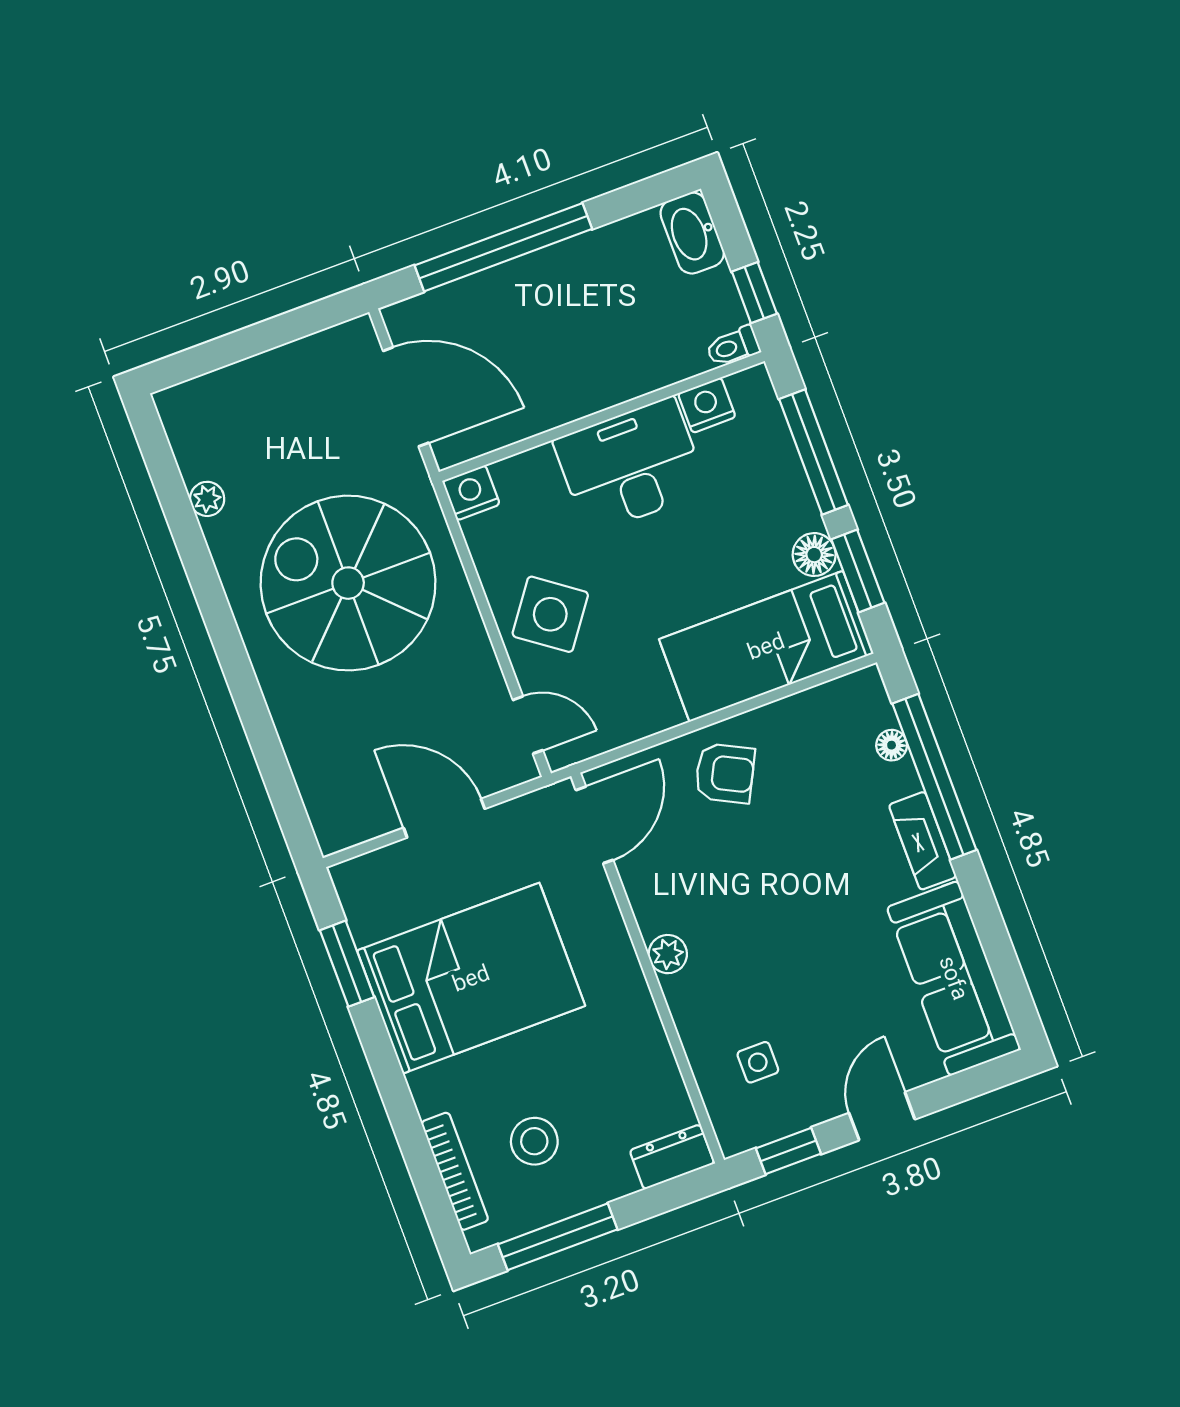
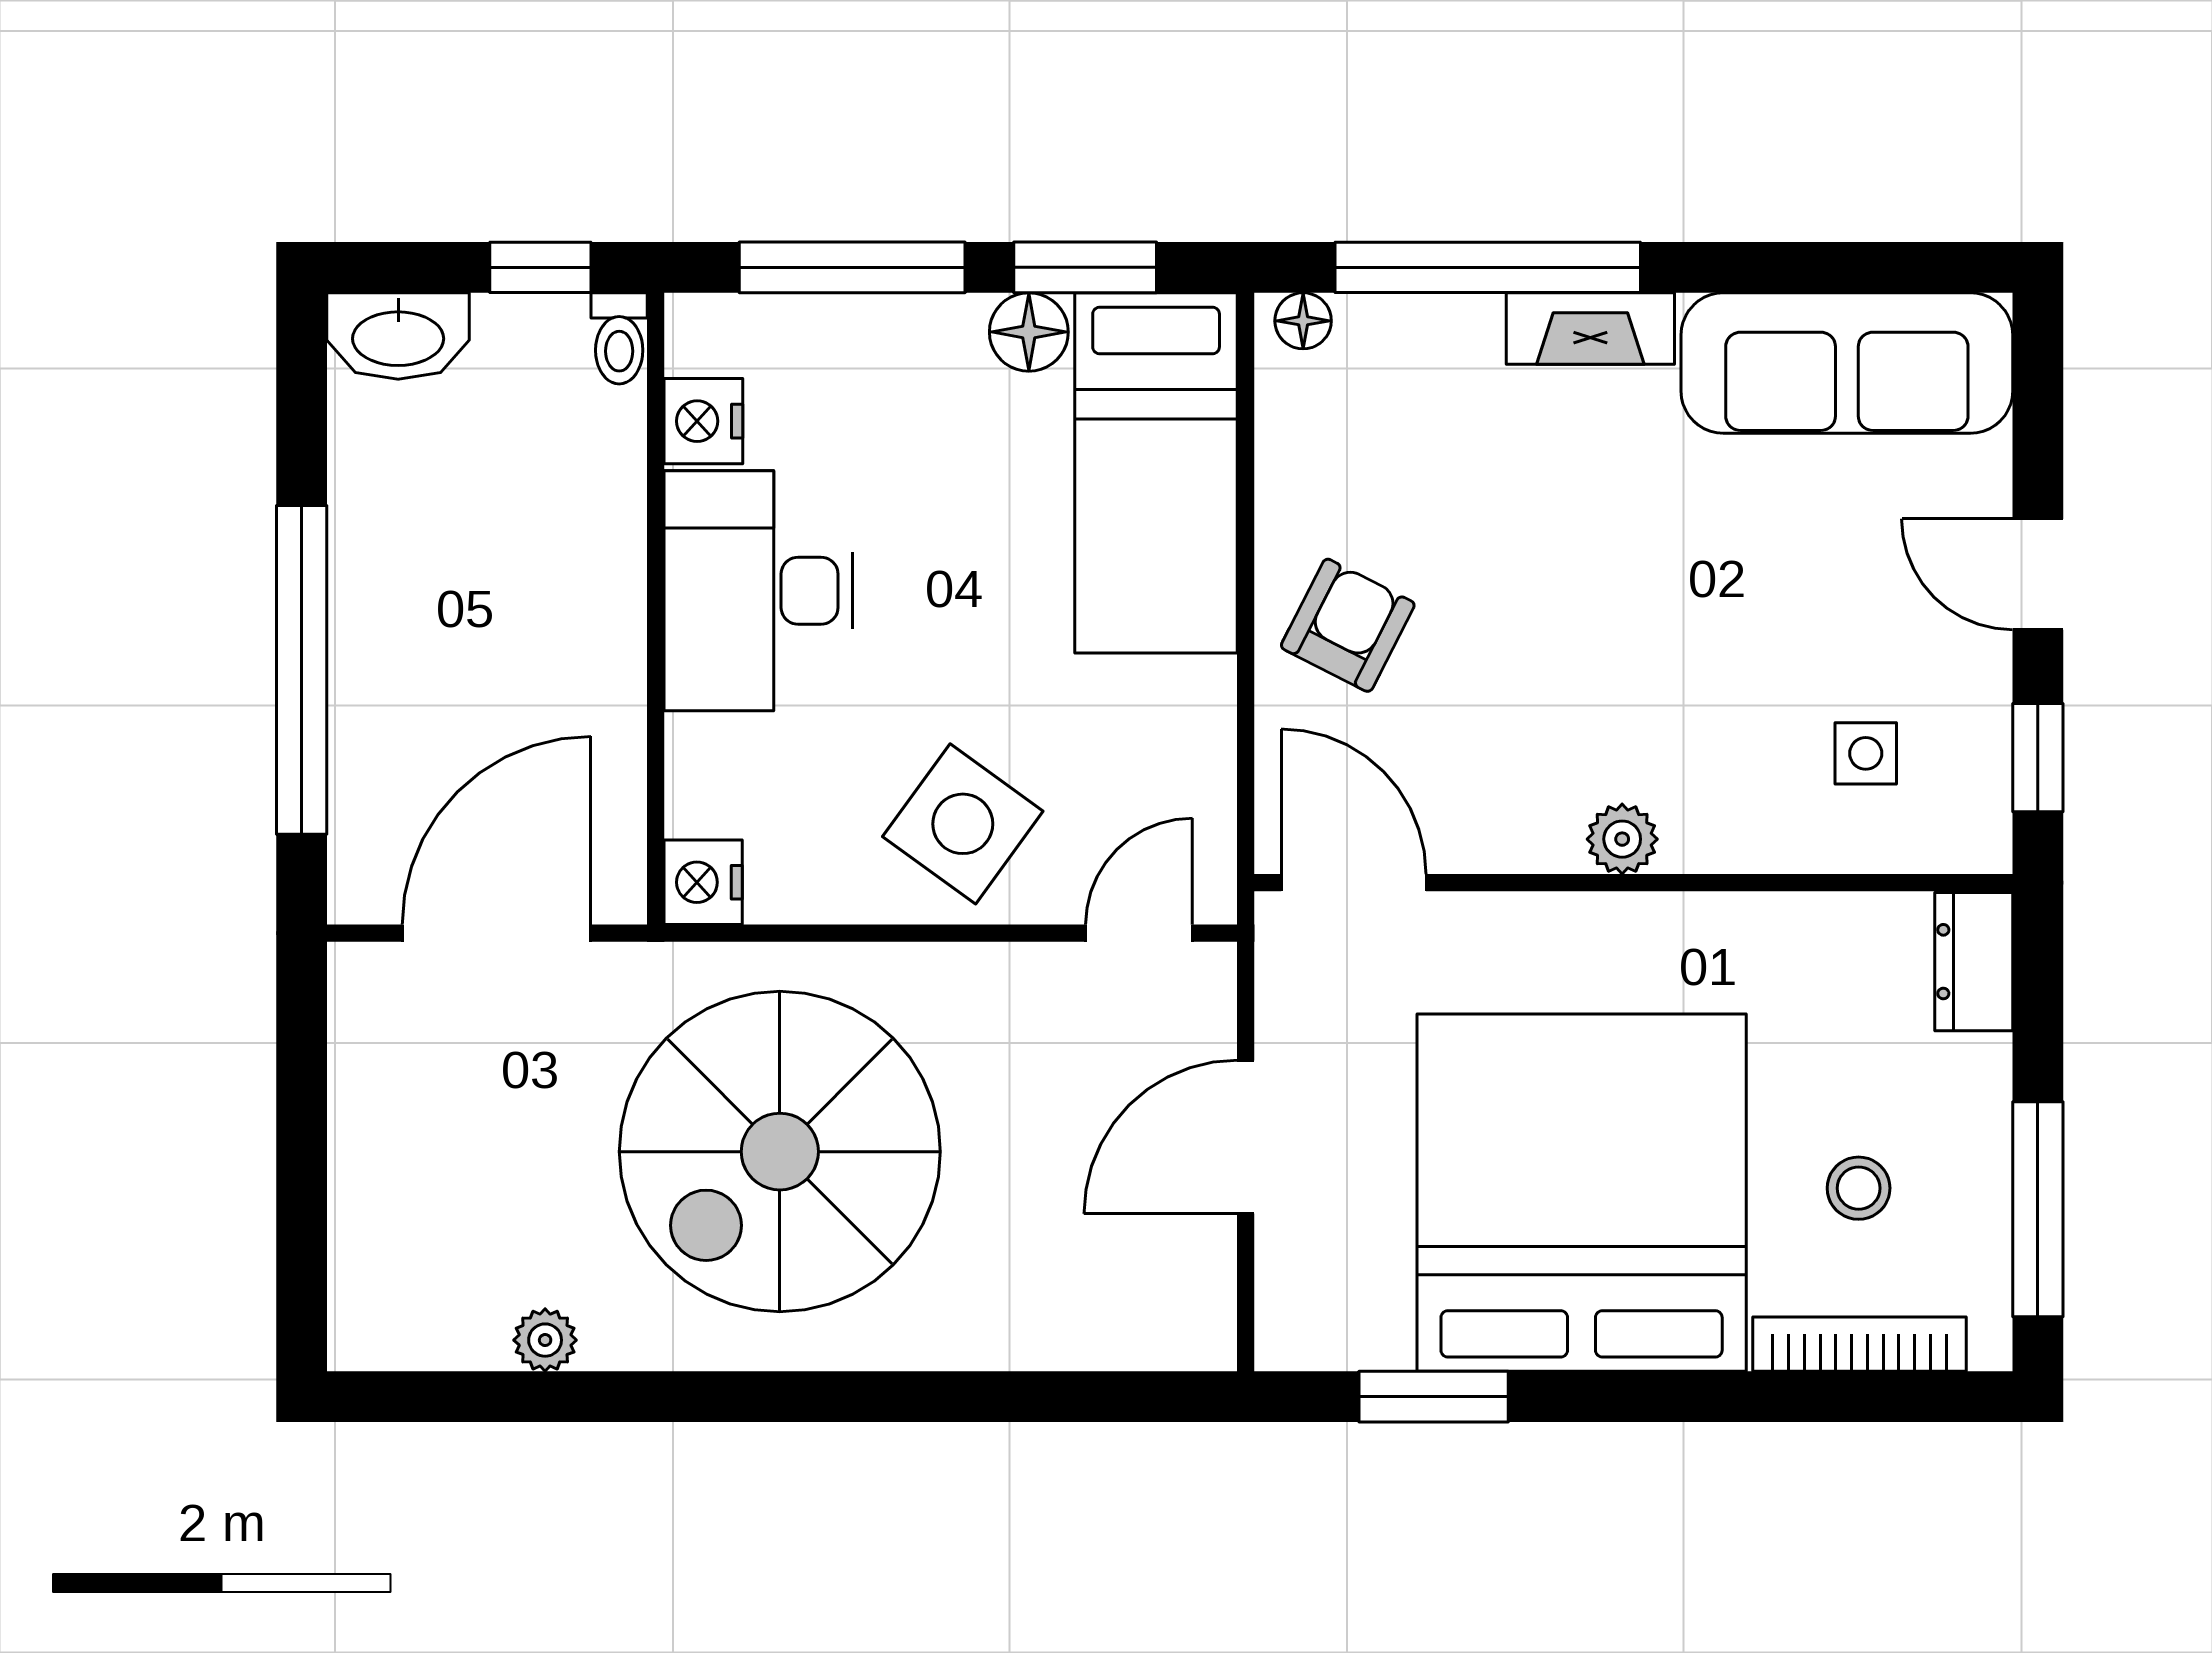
floor lamp: (892, 745) -> (1303, 321), moved
bed: (471, 978) -> (1582, 1193), width x1.36
stool: (534, 1141) -> (1859, 1188), width x0.73, depth x0.73

